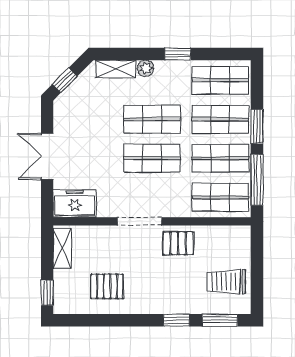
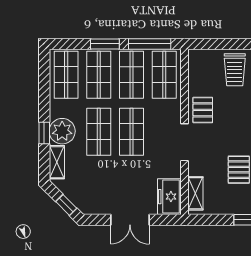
window: (178, 54) -> (44, 133), moved
plant: (146, 68) -> (62, 131), width x1.88, depth x1.88
shelving: (62, 248) -> (195, 193), moved, turned 90

